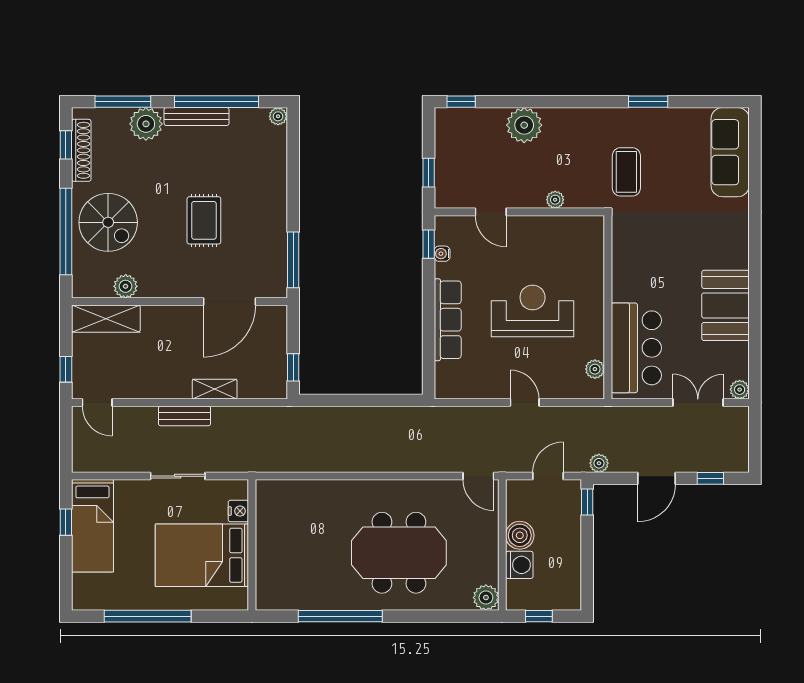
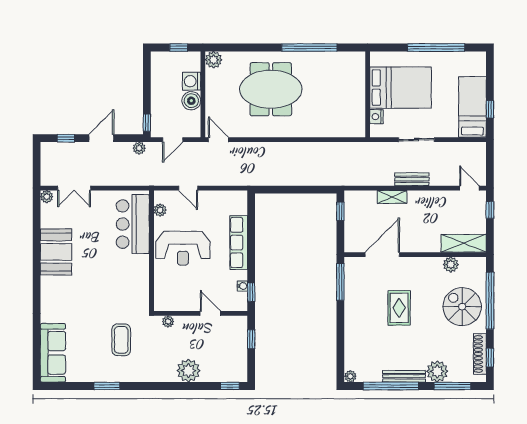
wall: (608, 307) -> (151, 251), moved
bar counter: (636, 348) -> (133, 224), moved
plant: (595, 369) -> (160, 210), moved

